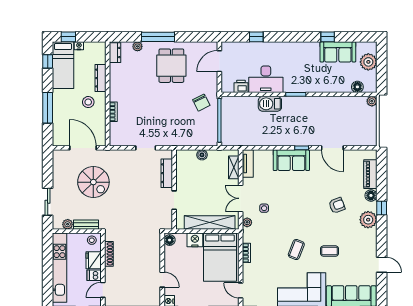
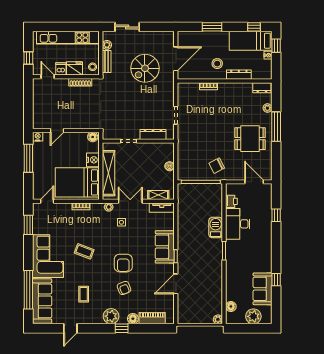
window: (48, 108) -> (212, 27), width x0.69
armchair: (309, 206) -> (123, 263), added
coffee table: (330, 251) -> (84, 294), moved

